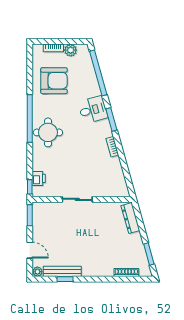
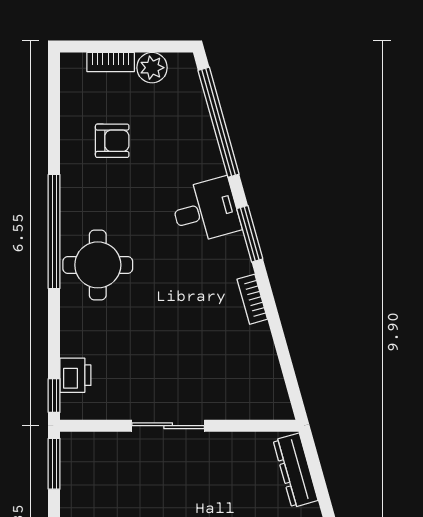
armchair: (54, 81) -> (112, 141), width x0.53, depth x0.53

